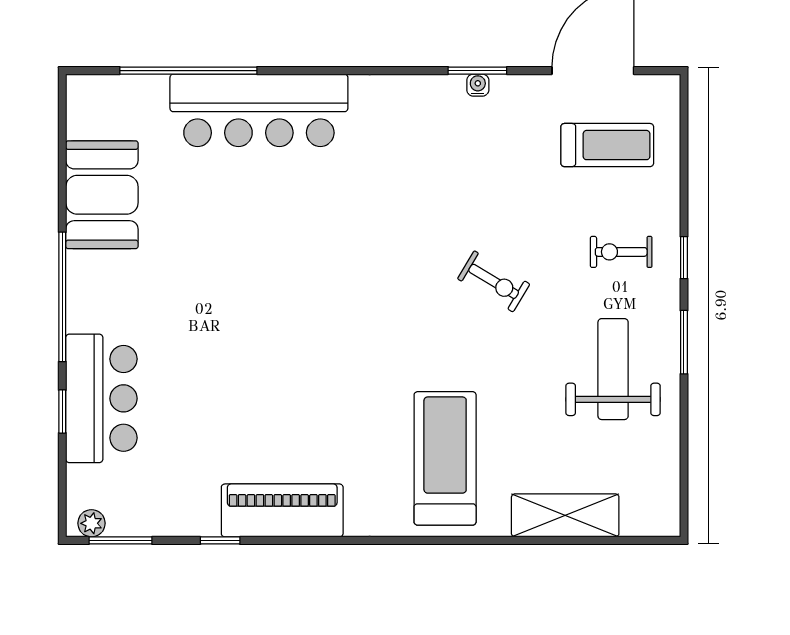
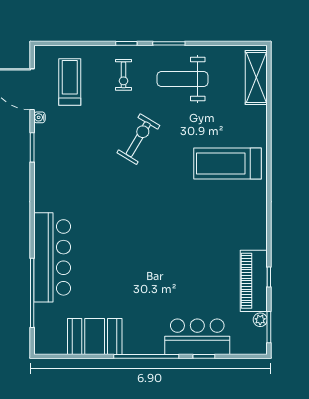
water cooler: (478, 85) -> (39, 117), moved
exercise bike: (494, 281) -> (138, 139), width x1.38, depth x1.39
piano: (282, 510) -> (254, 281), moved
shelving: (565, 515) -> (256, 77), moved
plant: (91, 523) -> (260, 320), moved

